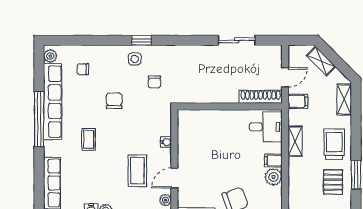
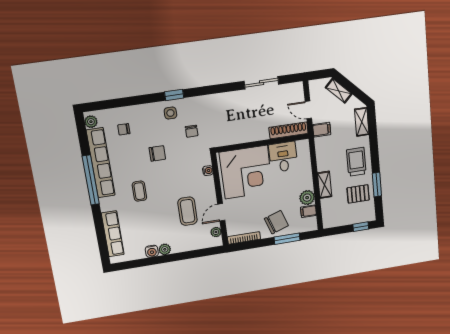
door: (285, 77) -> (308, 110), swing flipped
chair: (114, 101) -> (157, 153), turned 90
desk: (266, 127) -> (283, 157), moved, turned -90
corner desk: (208, 137) -> (246, 172), added
shelving: (295, 141) -> (325, 185), moved
water cooler: (166, 142) -> (208, 171), moved
filing cabinet: (273, 160) -> (308, 211), moved
pallet: (333, 182) -> (358, 194), turned 90

